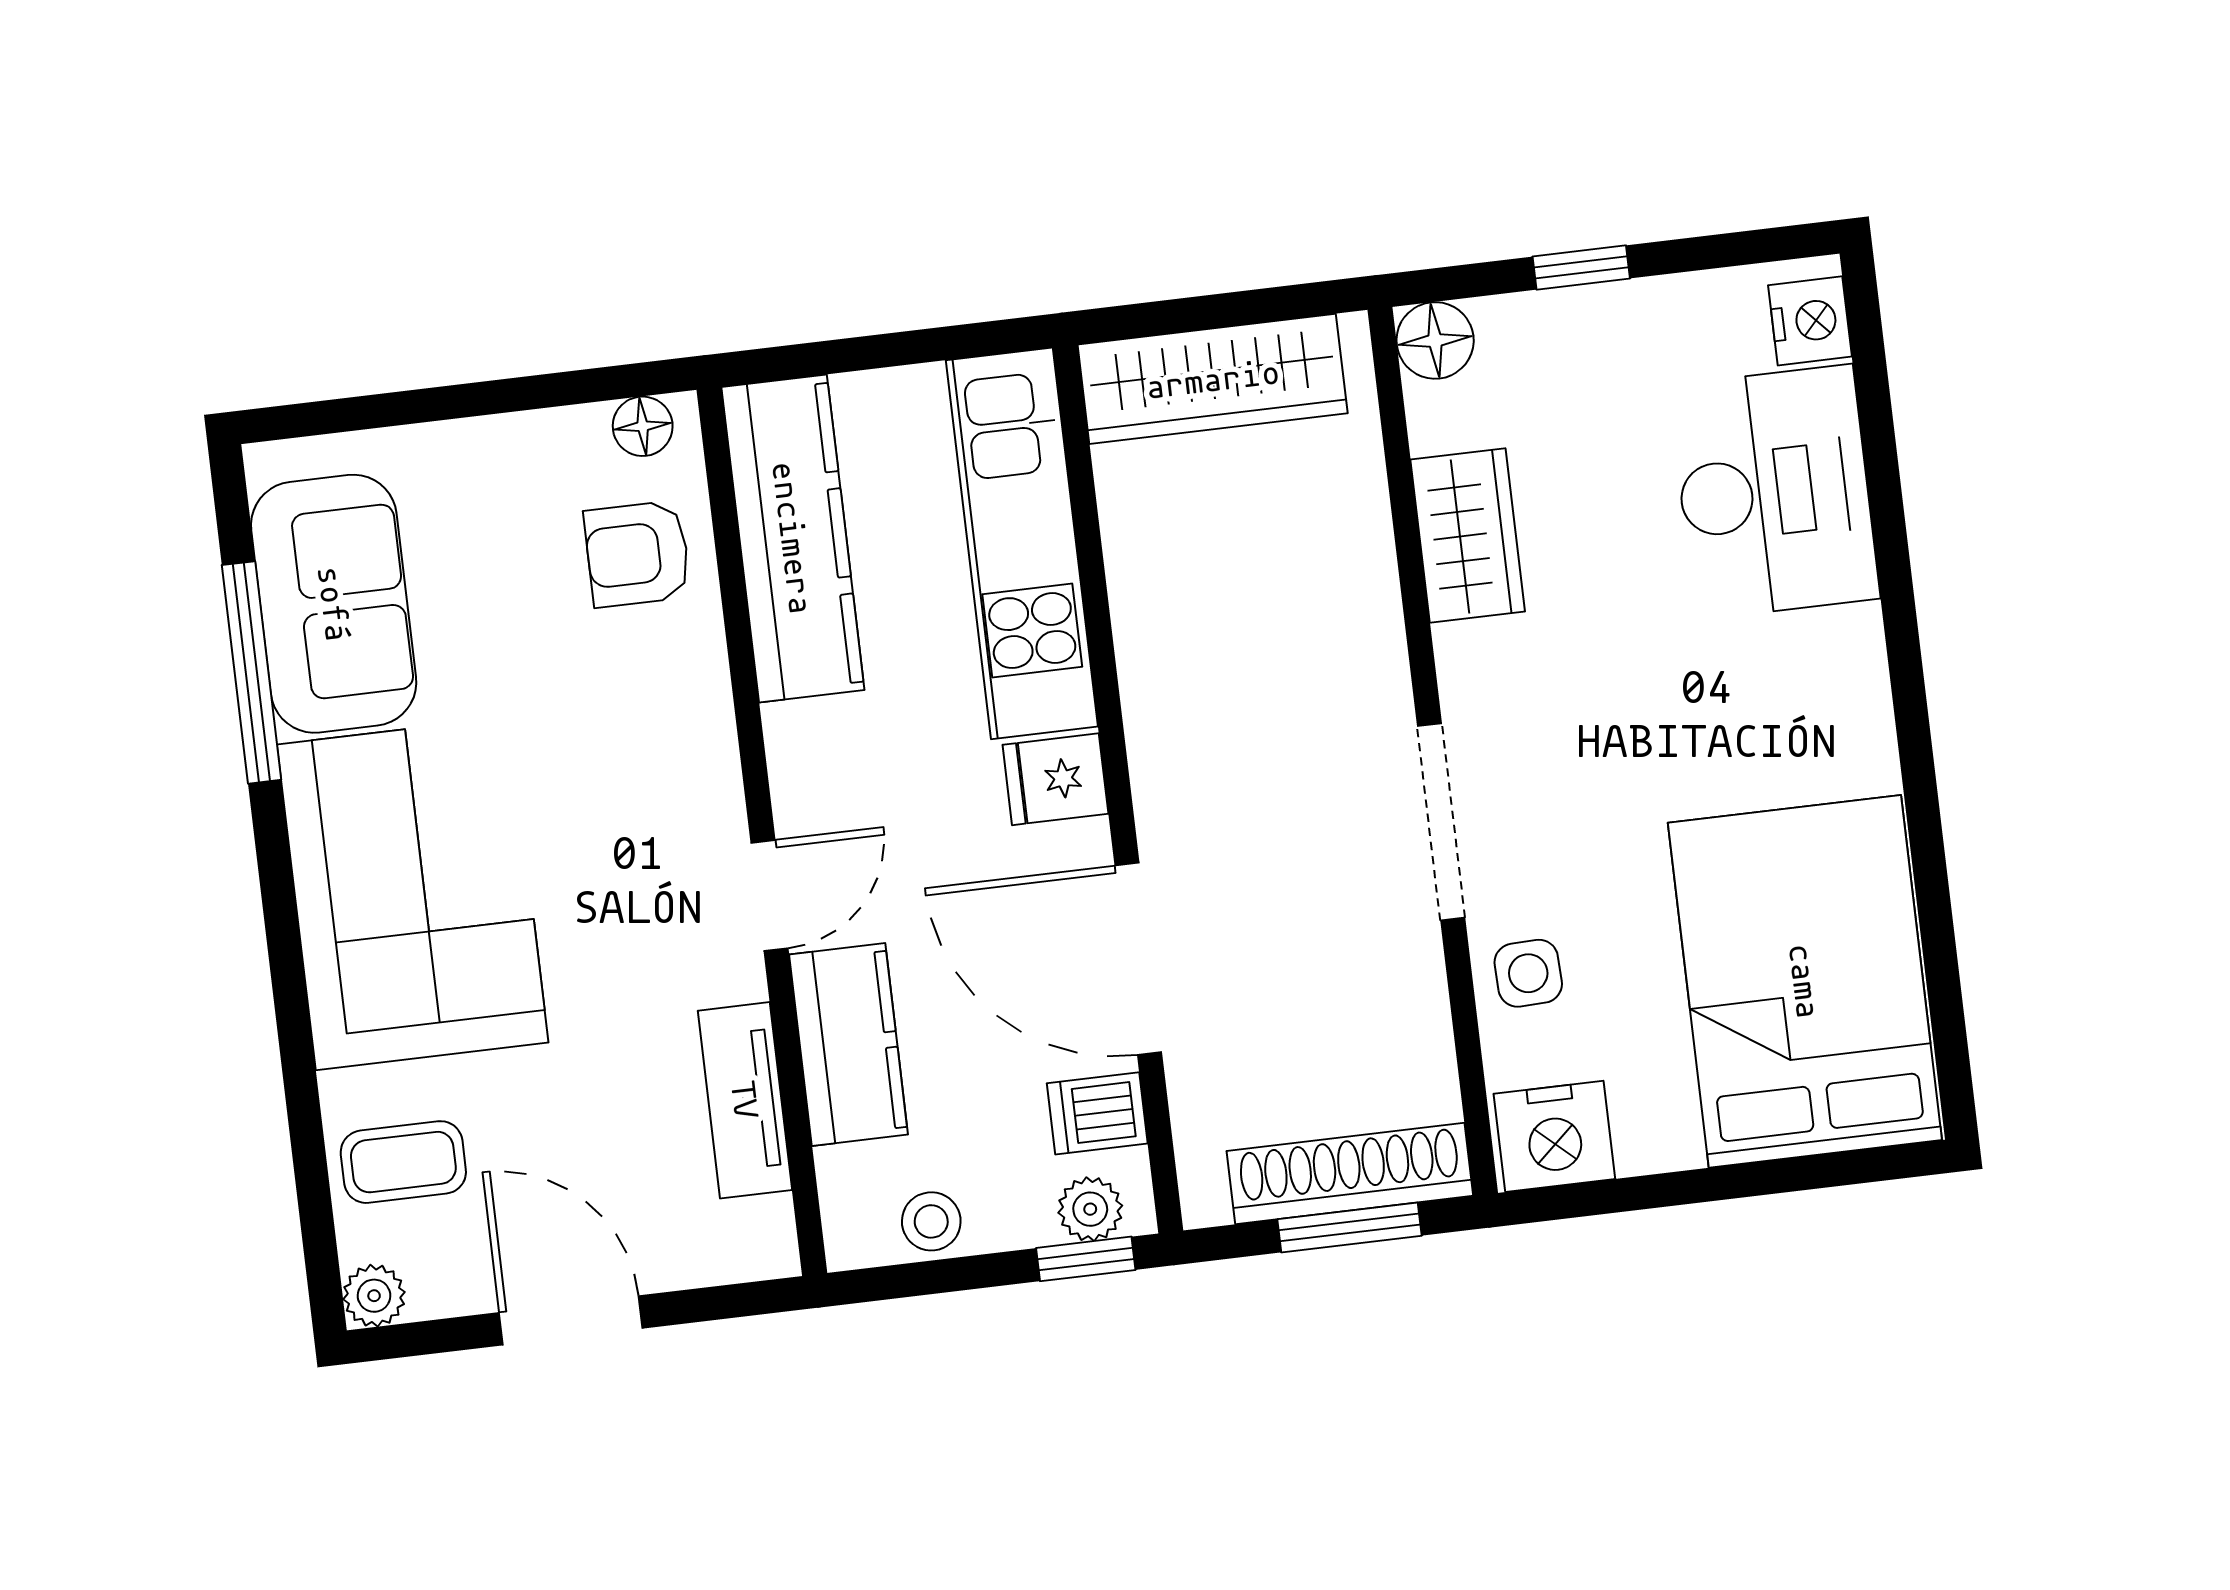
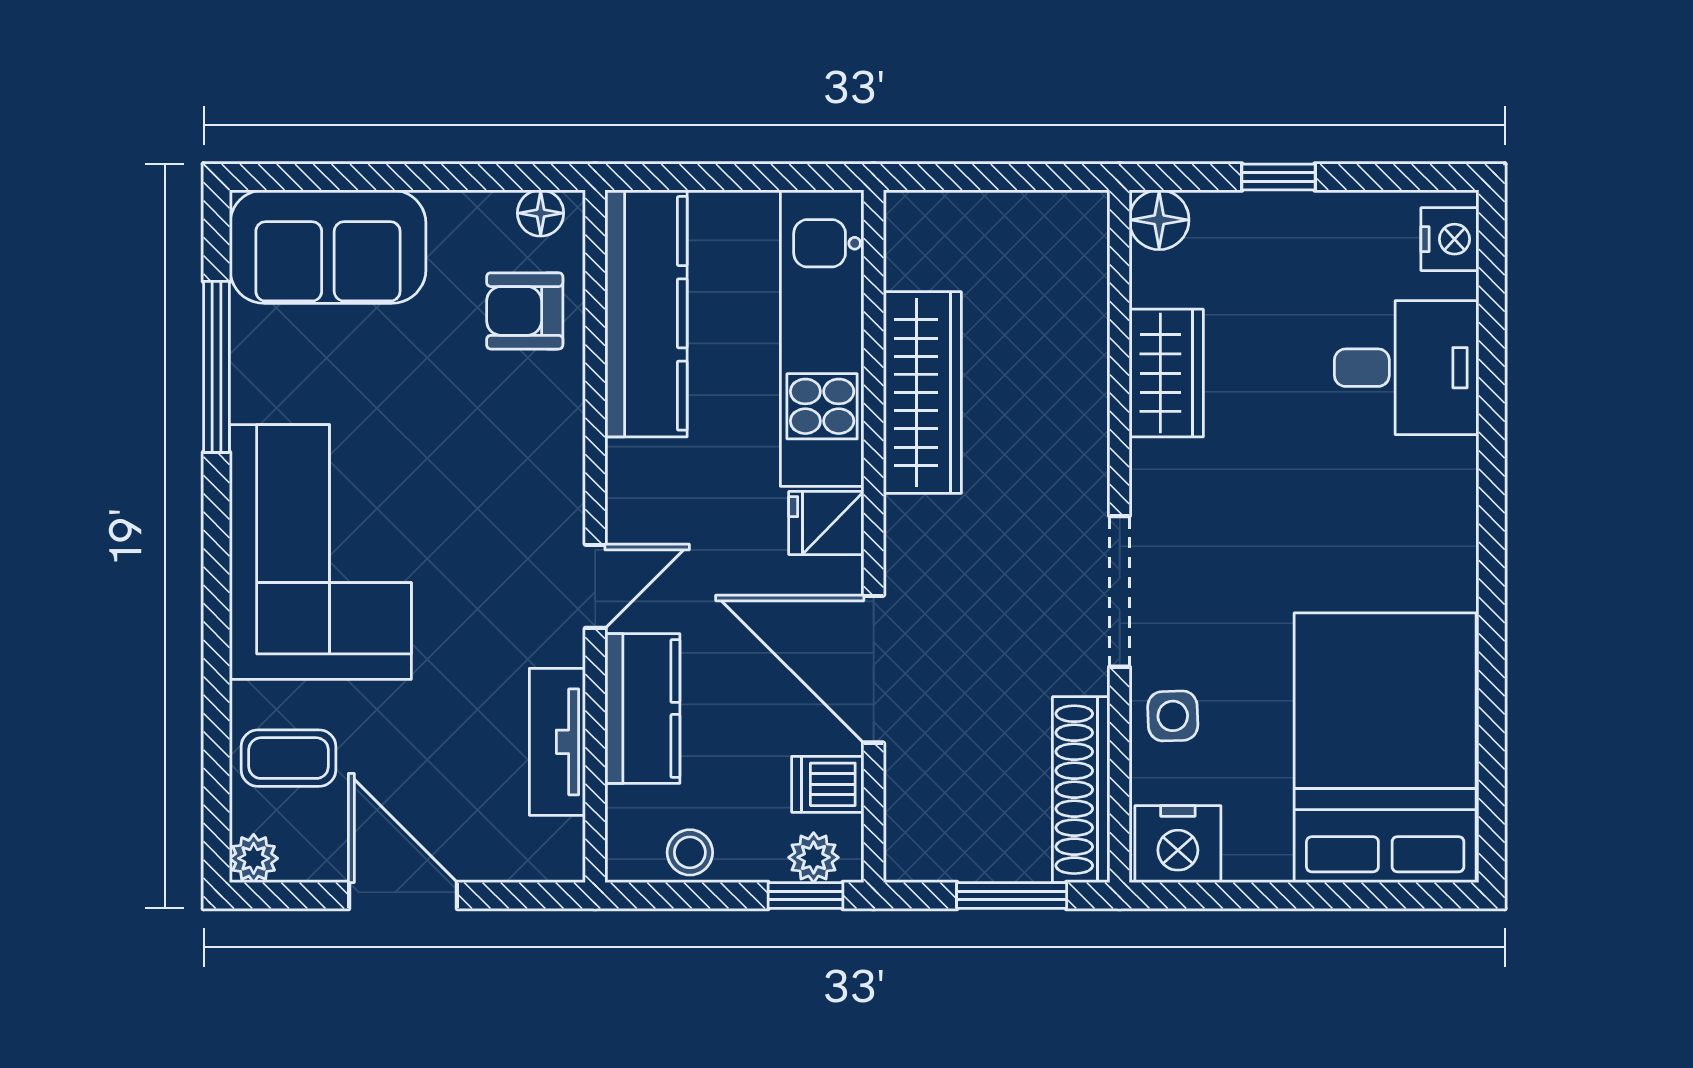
wardrobe: (1213, 379) -> (922, 393), moved, turned -90
desk: (1774, 492) -> (1407, 368), width x0.73
sofa: (334, 604) -> (328, 247), moved, turned 90
shoe rack: (1350, 1173) -> (1081, 790), moved, turned -90

